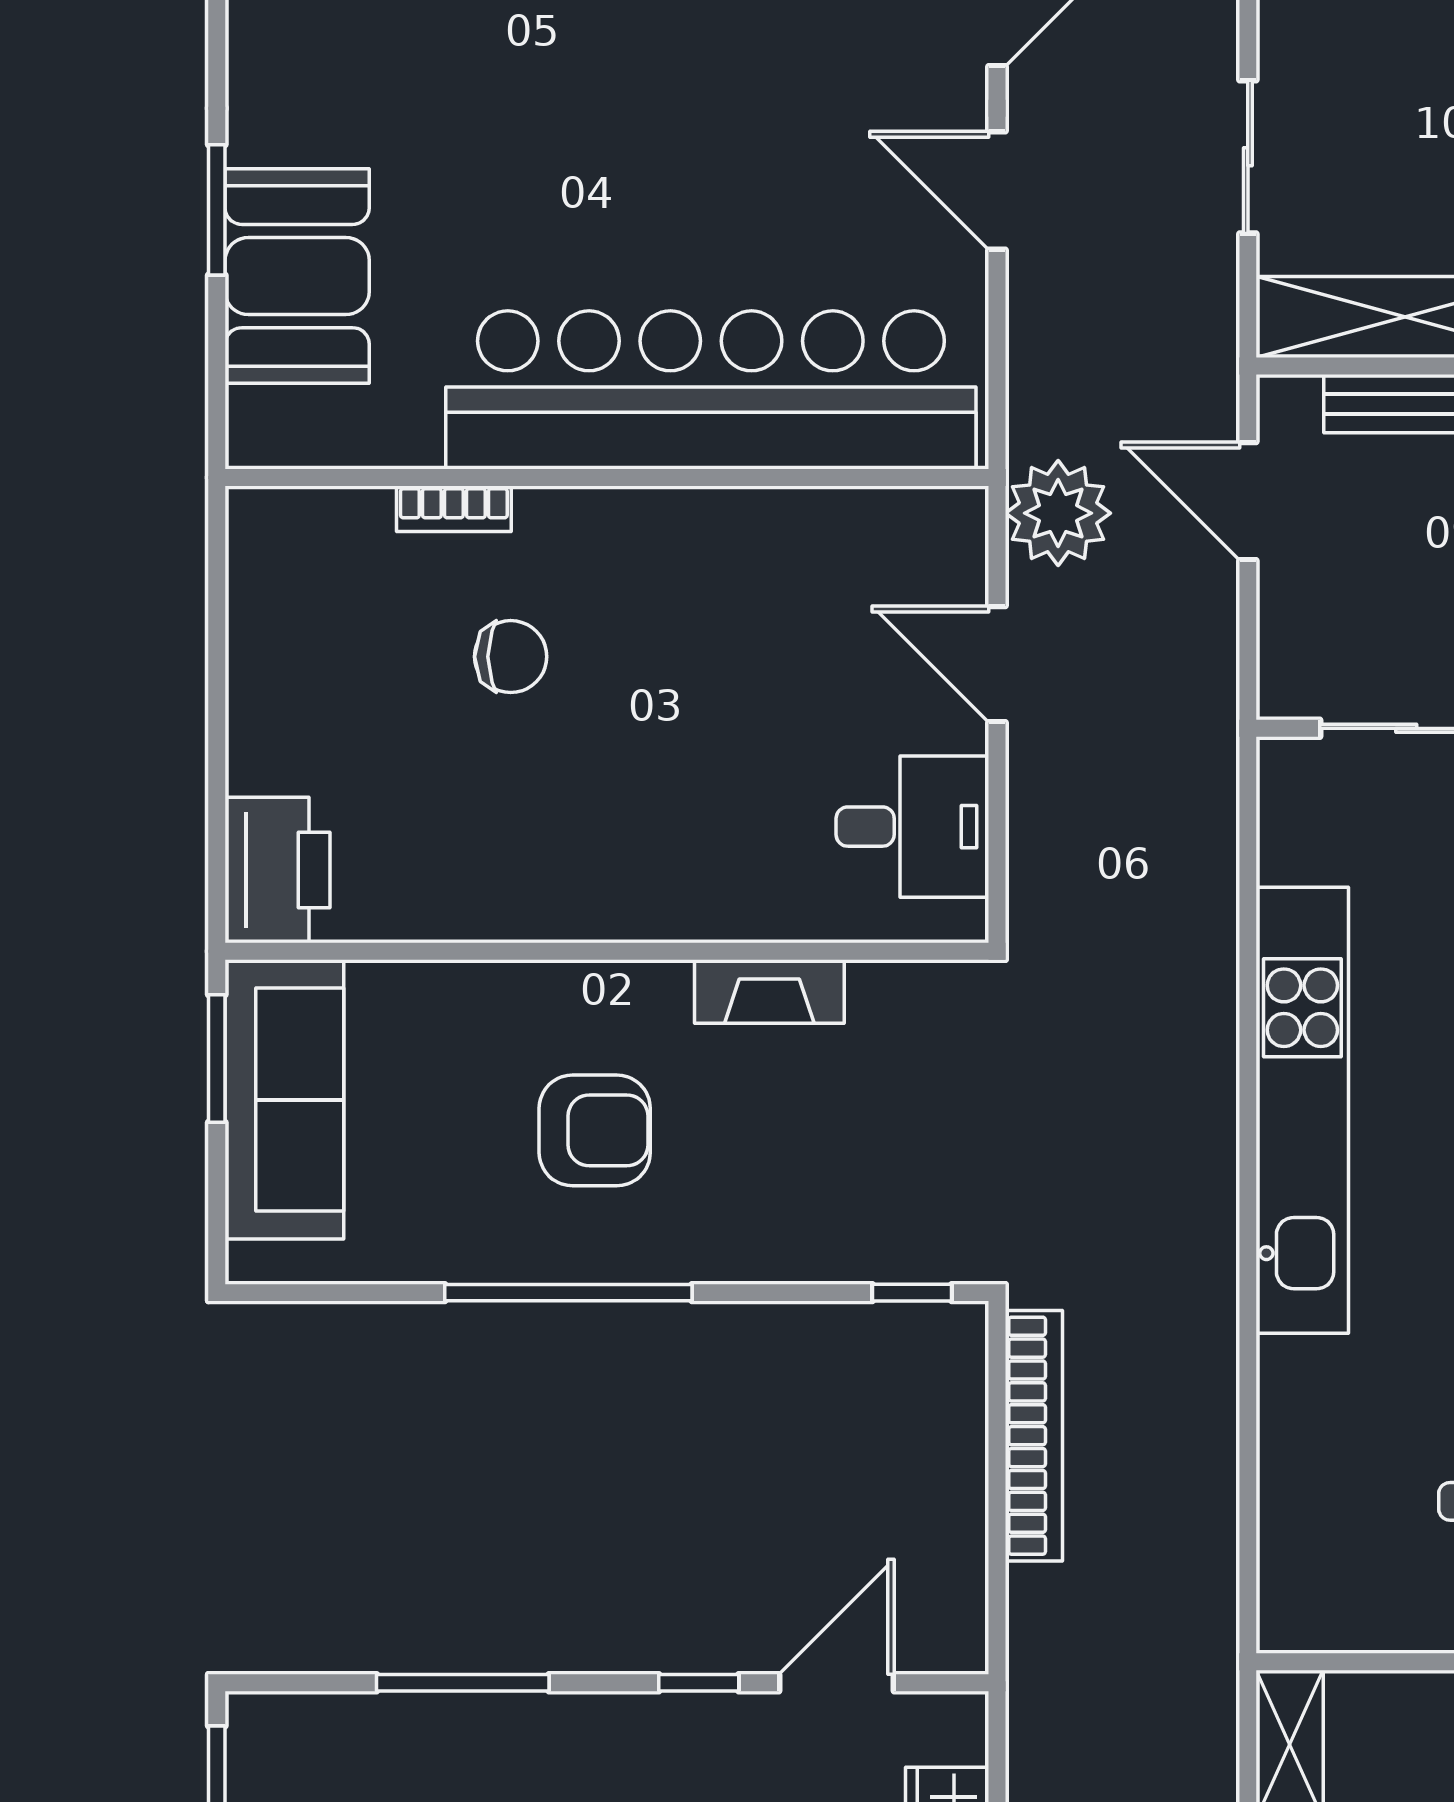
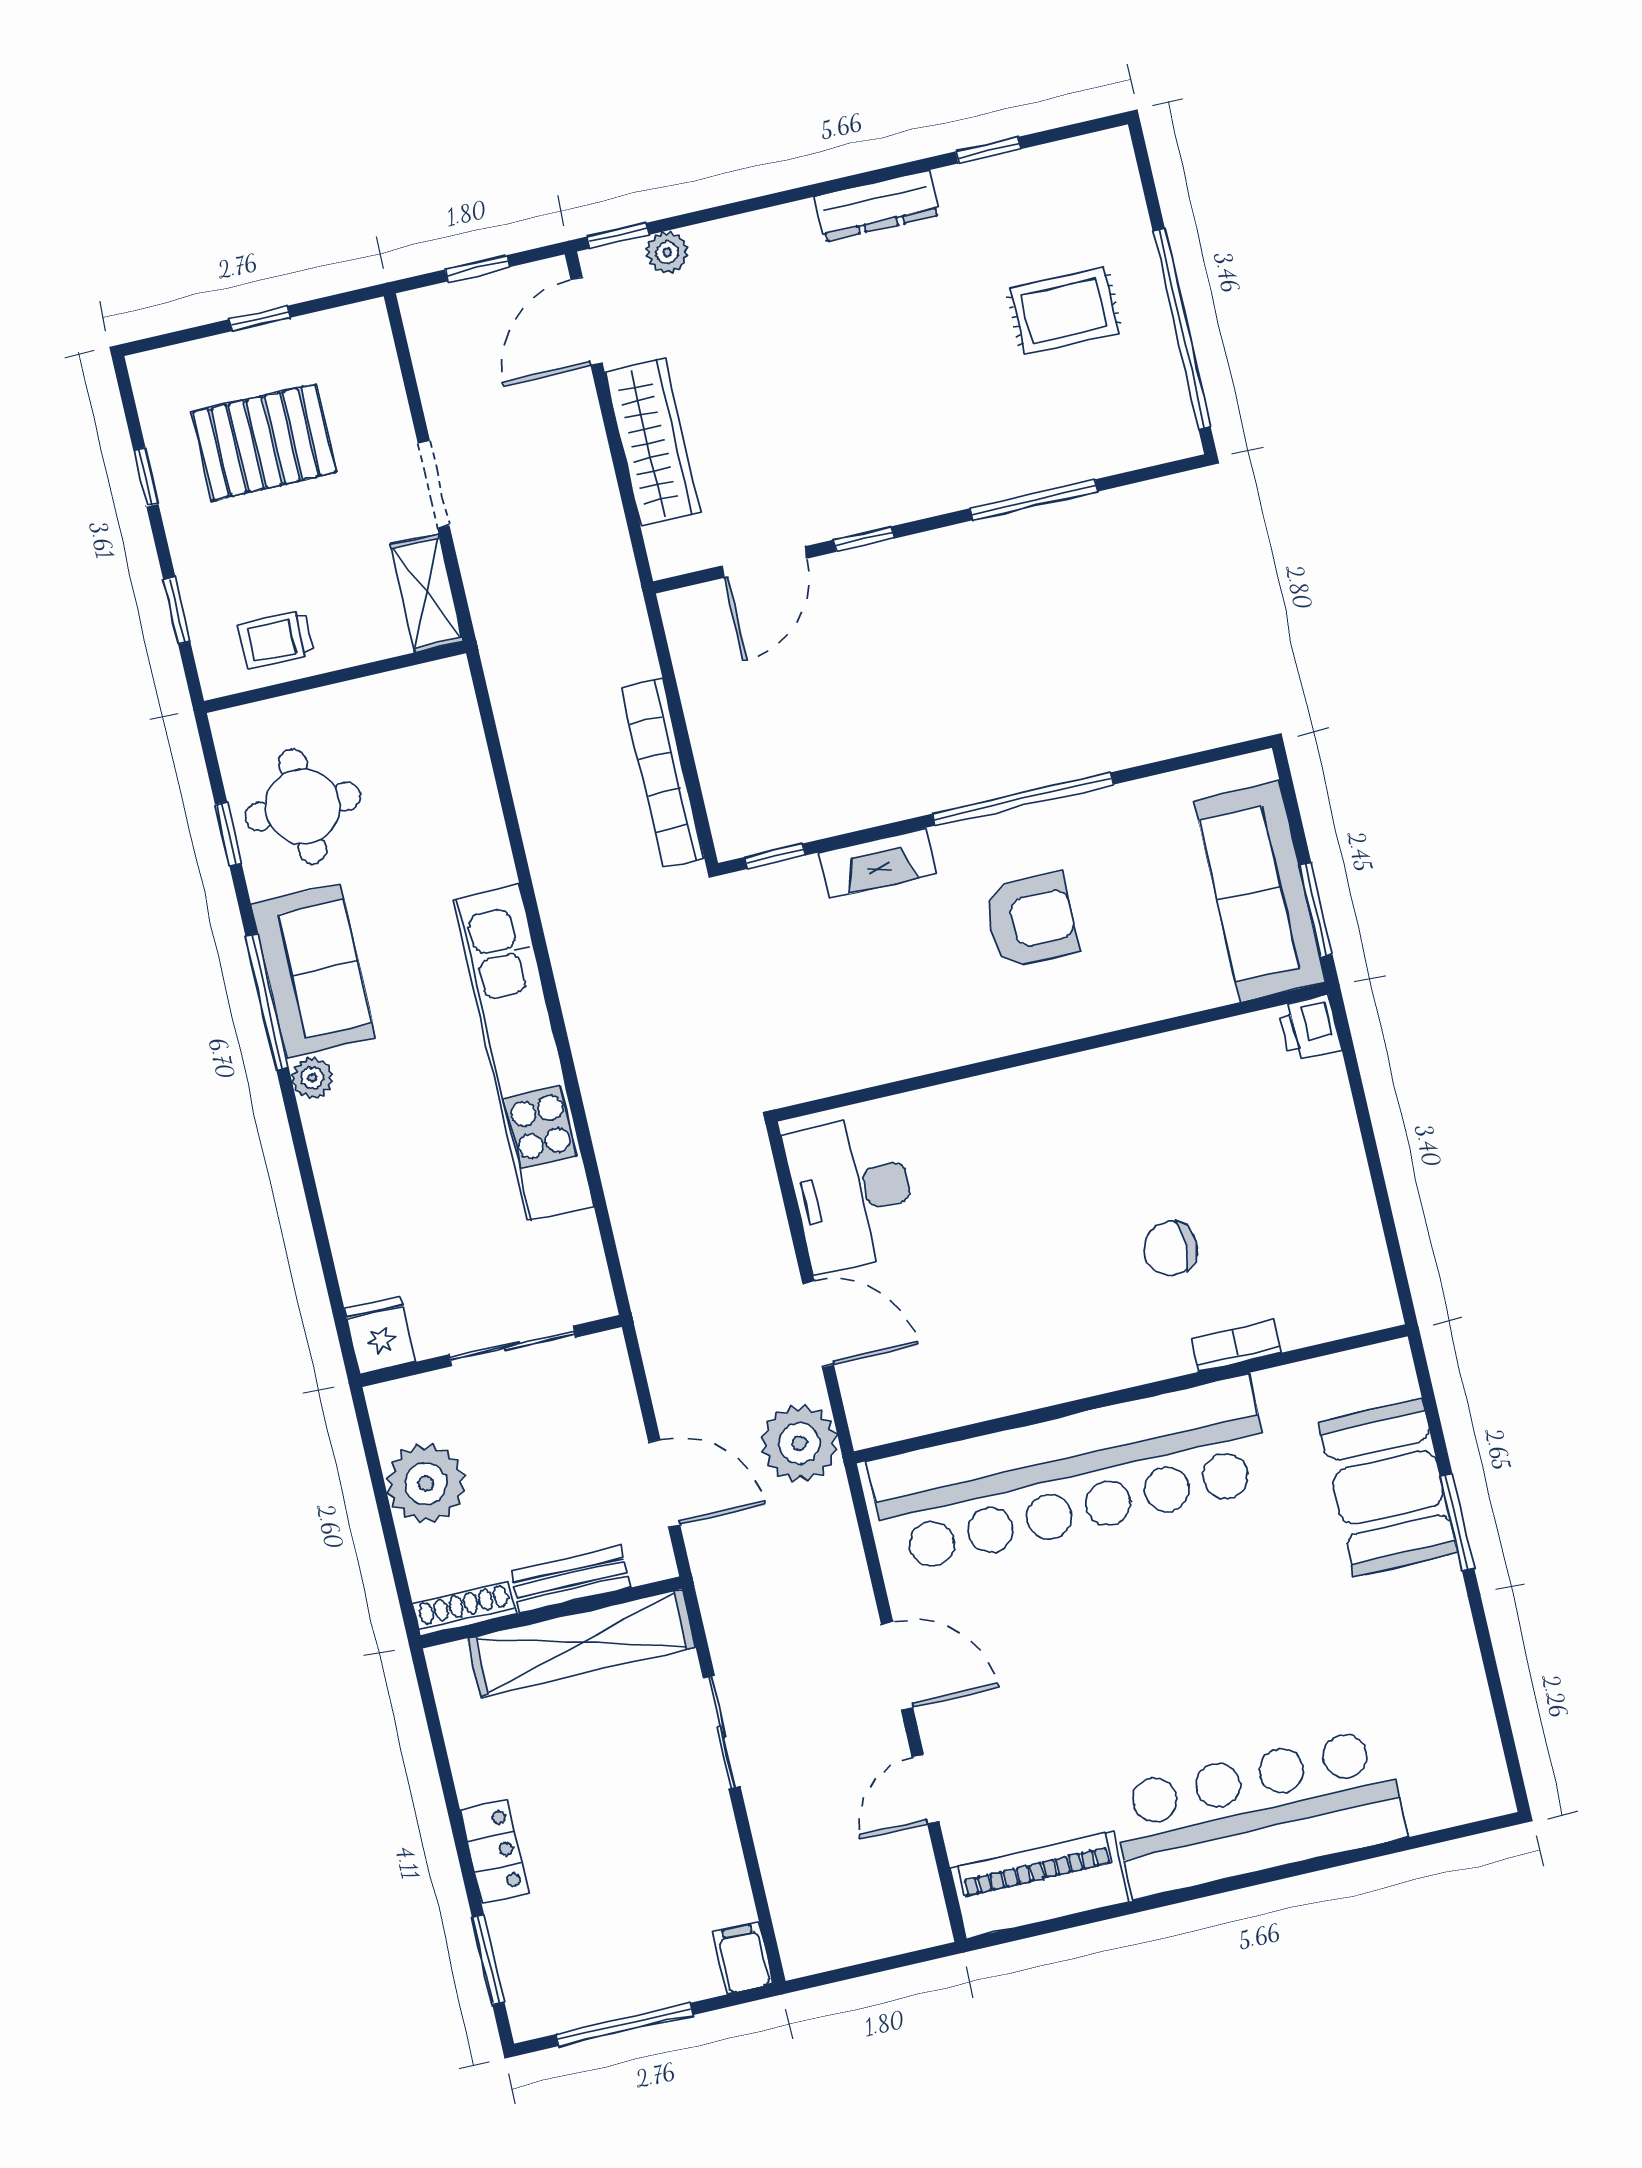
desk: (912, 827) -> (852, 1193), width x1.37
printer: (278, 870) -> (1310, 1028), width x0.53, depth x0.68
fireplace: (769, 992) -> (878, 863), moved, turned 180
armchair: (595, 1130) -> (1031, 921), turned 180

